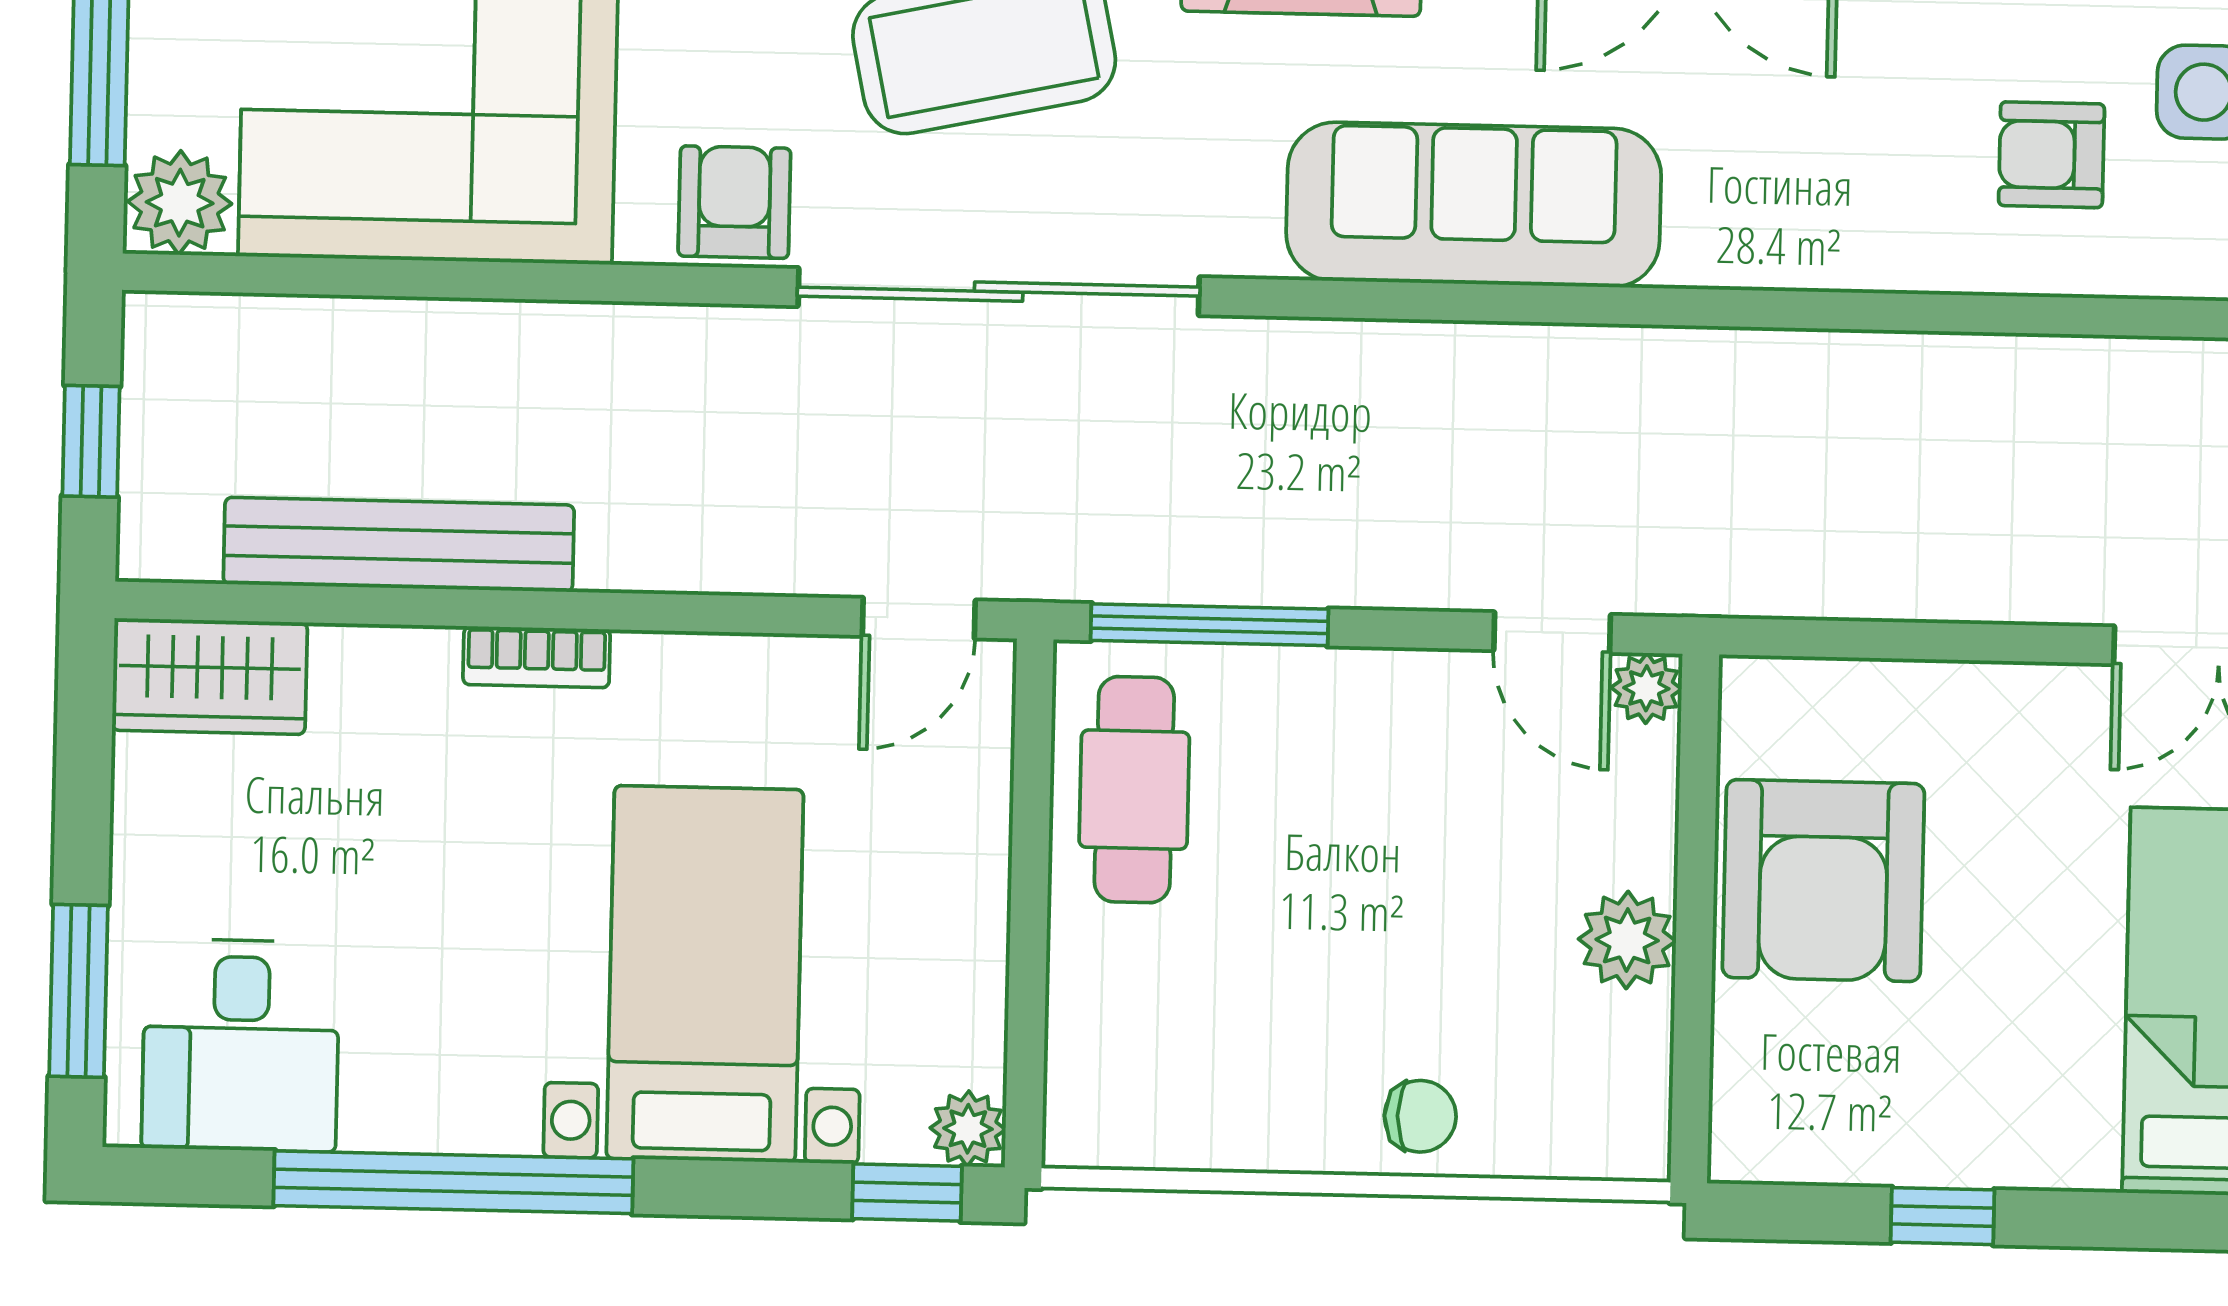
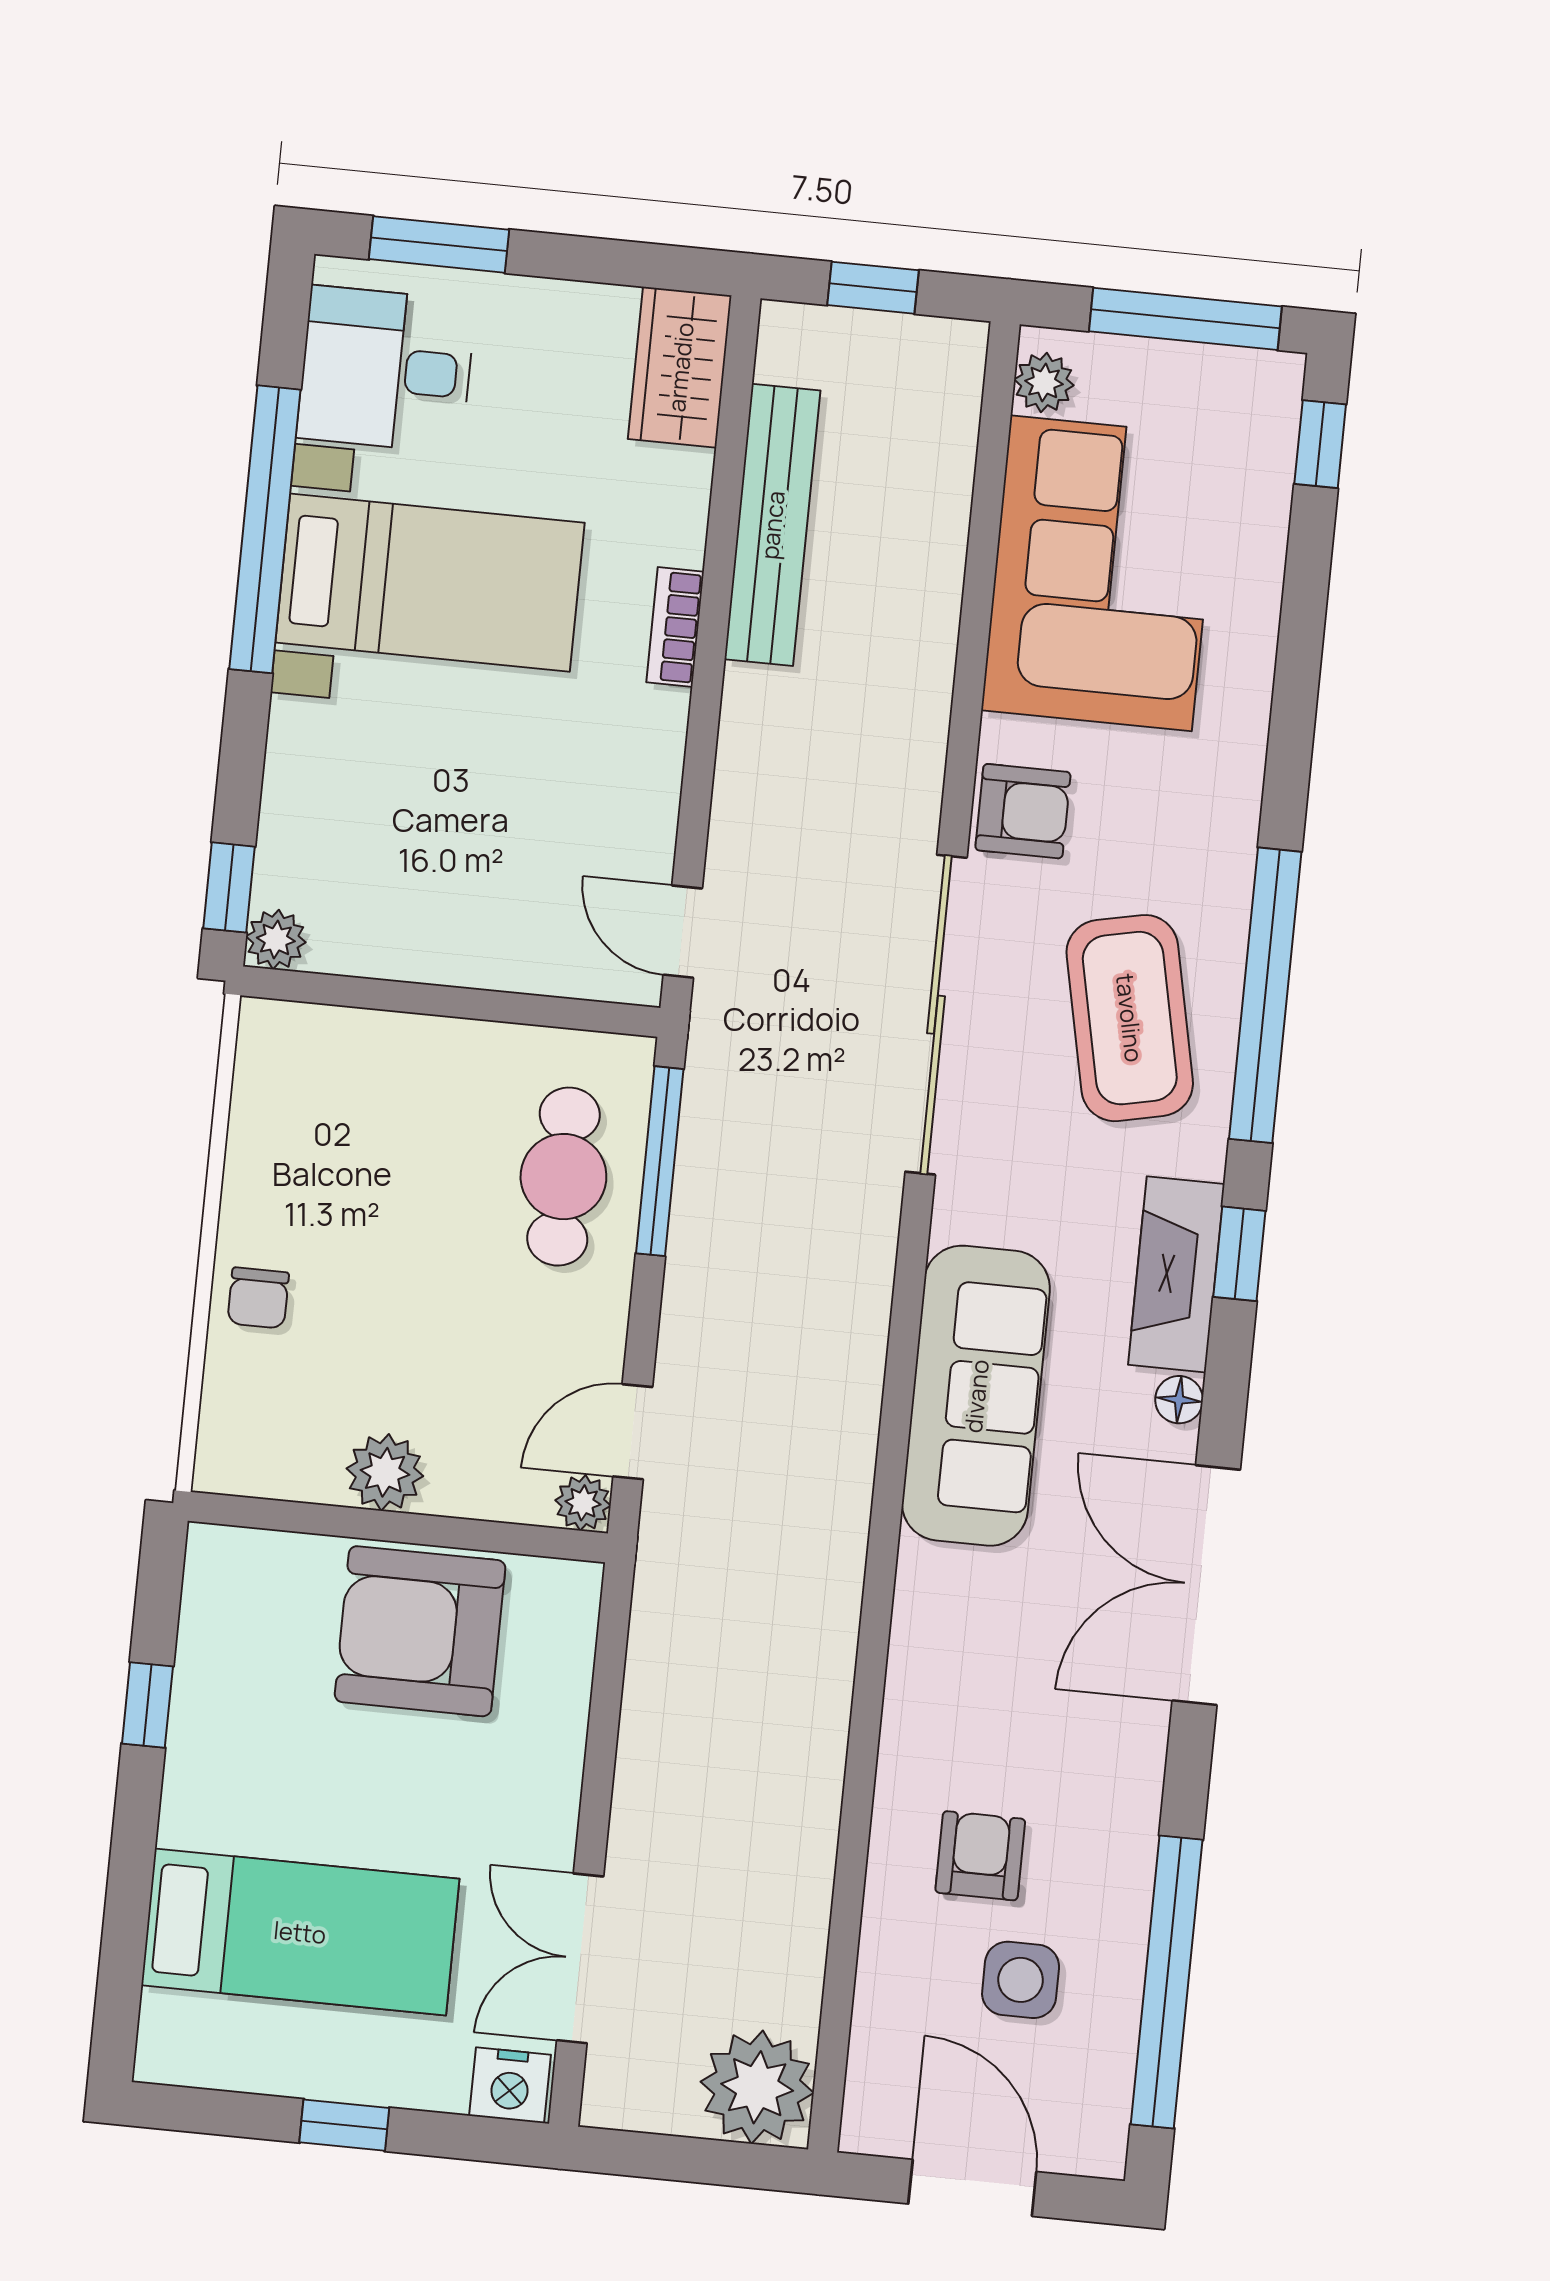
plant: (180, 203) -> (1044, 382), width x0.73, depth x0.73
cafe table: (1134, 790) -> (563, 1177), moved, turned 90
bed with nightstands: (705, 974) -> (430, 583), moved

